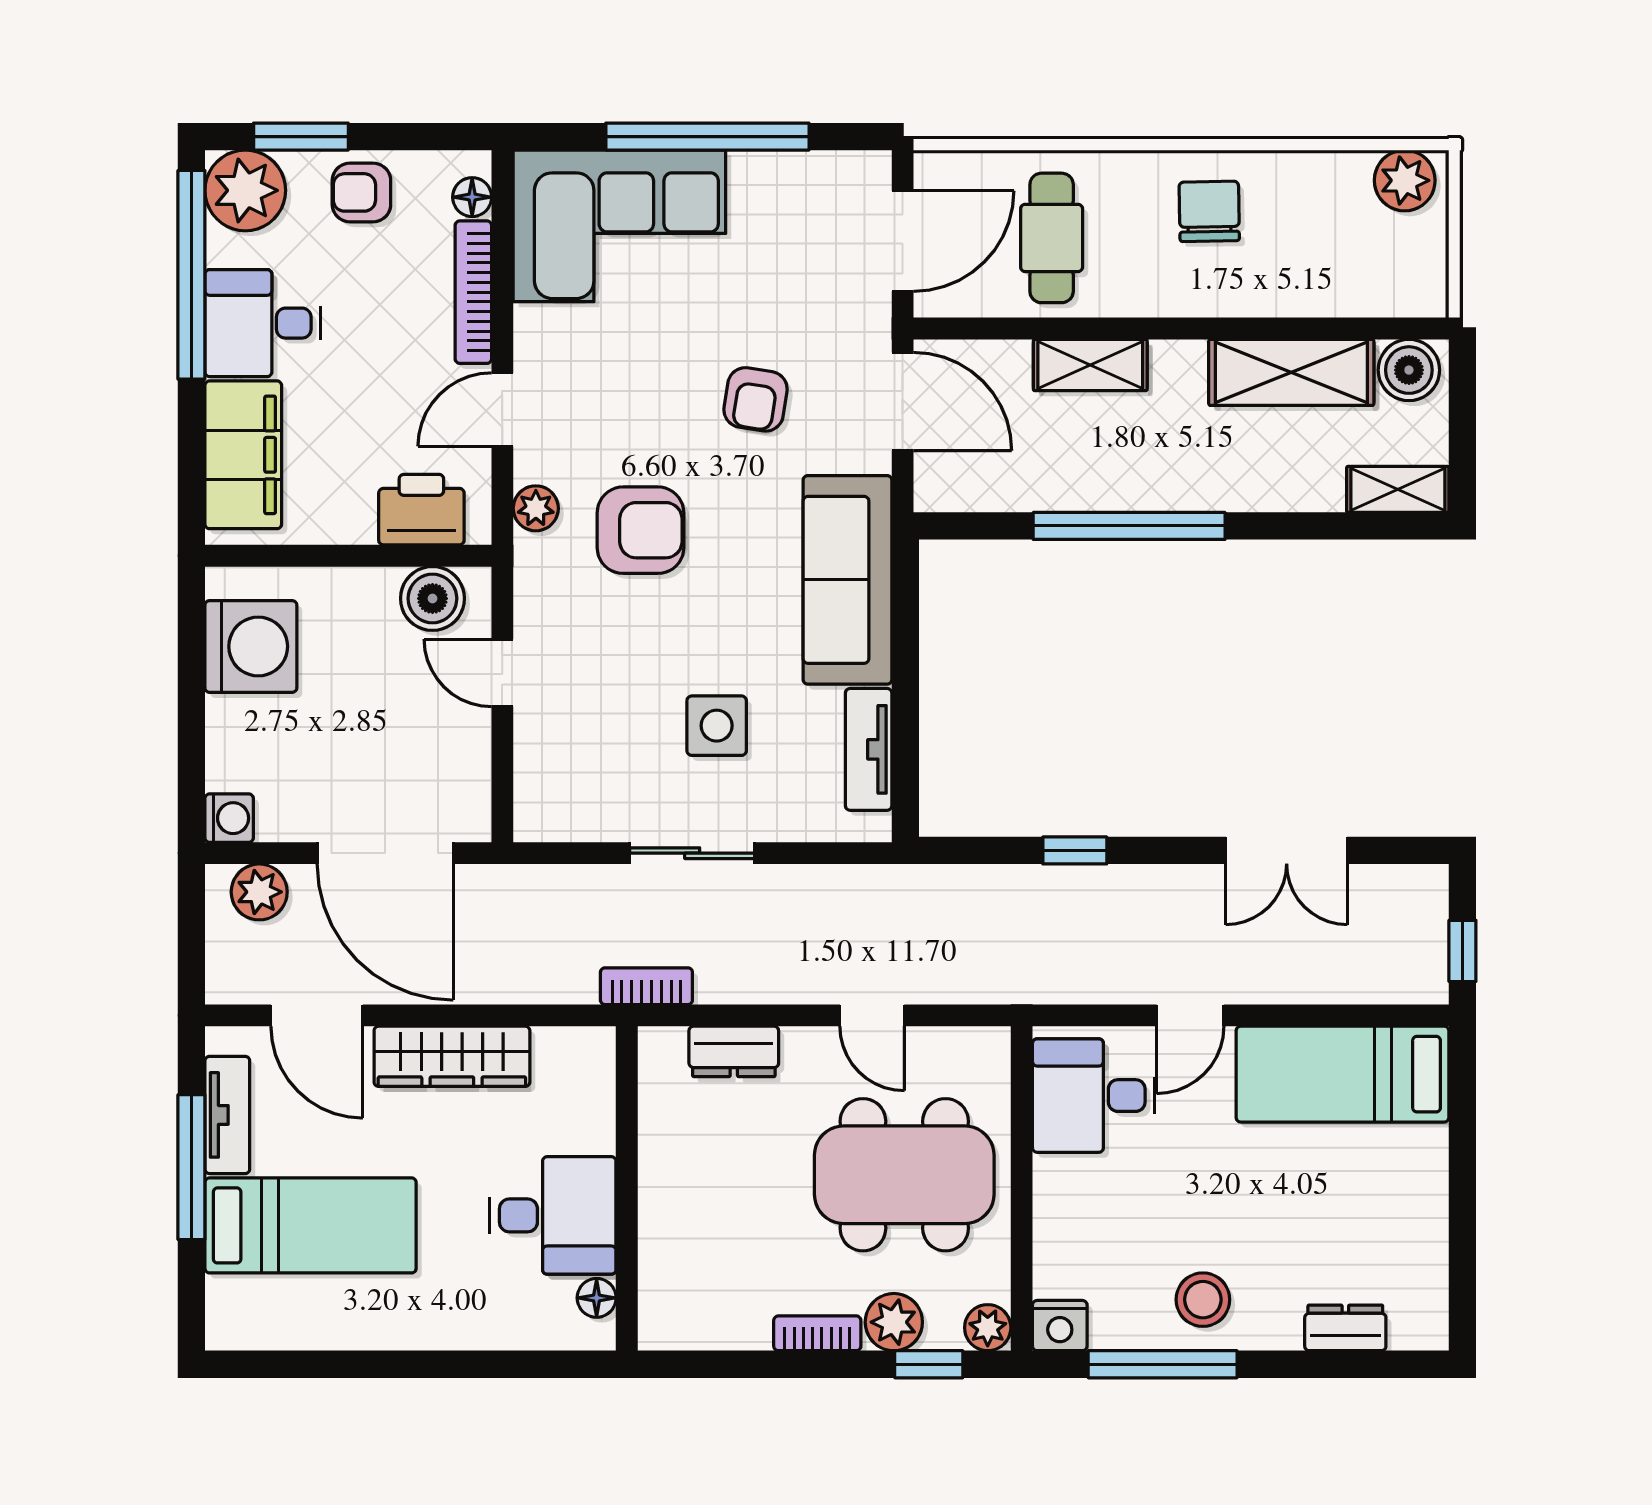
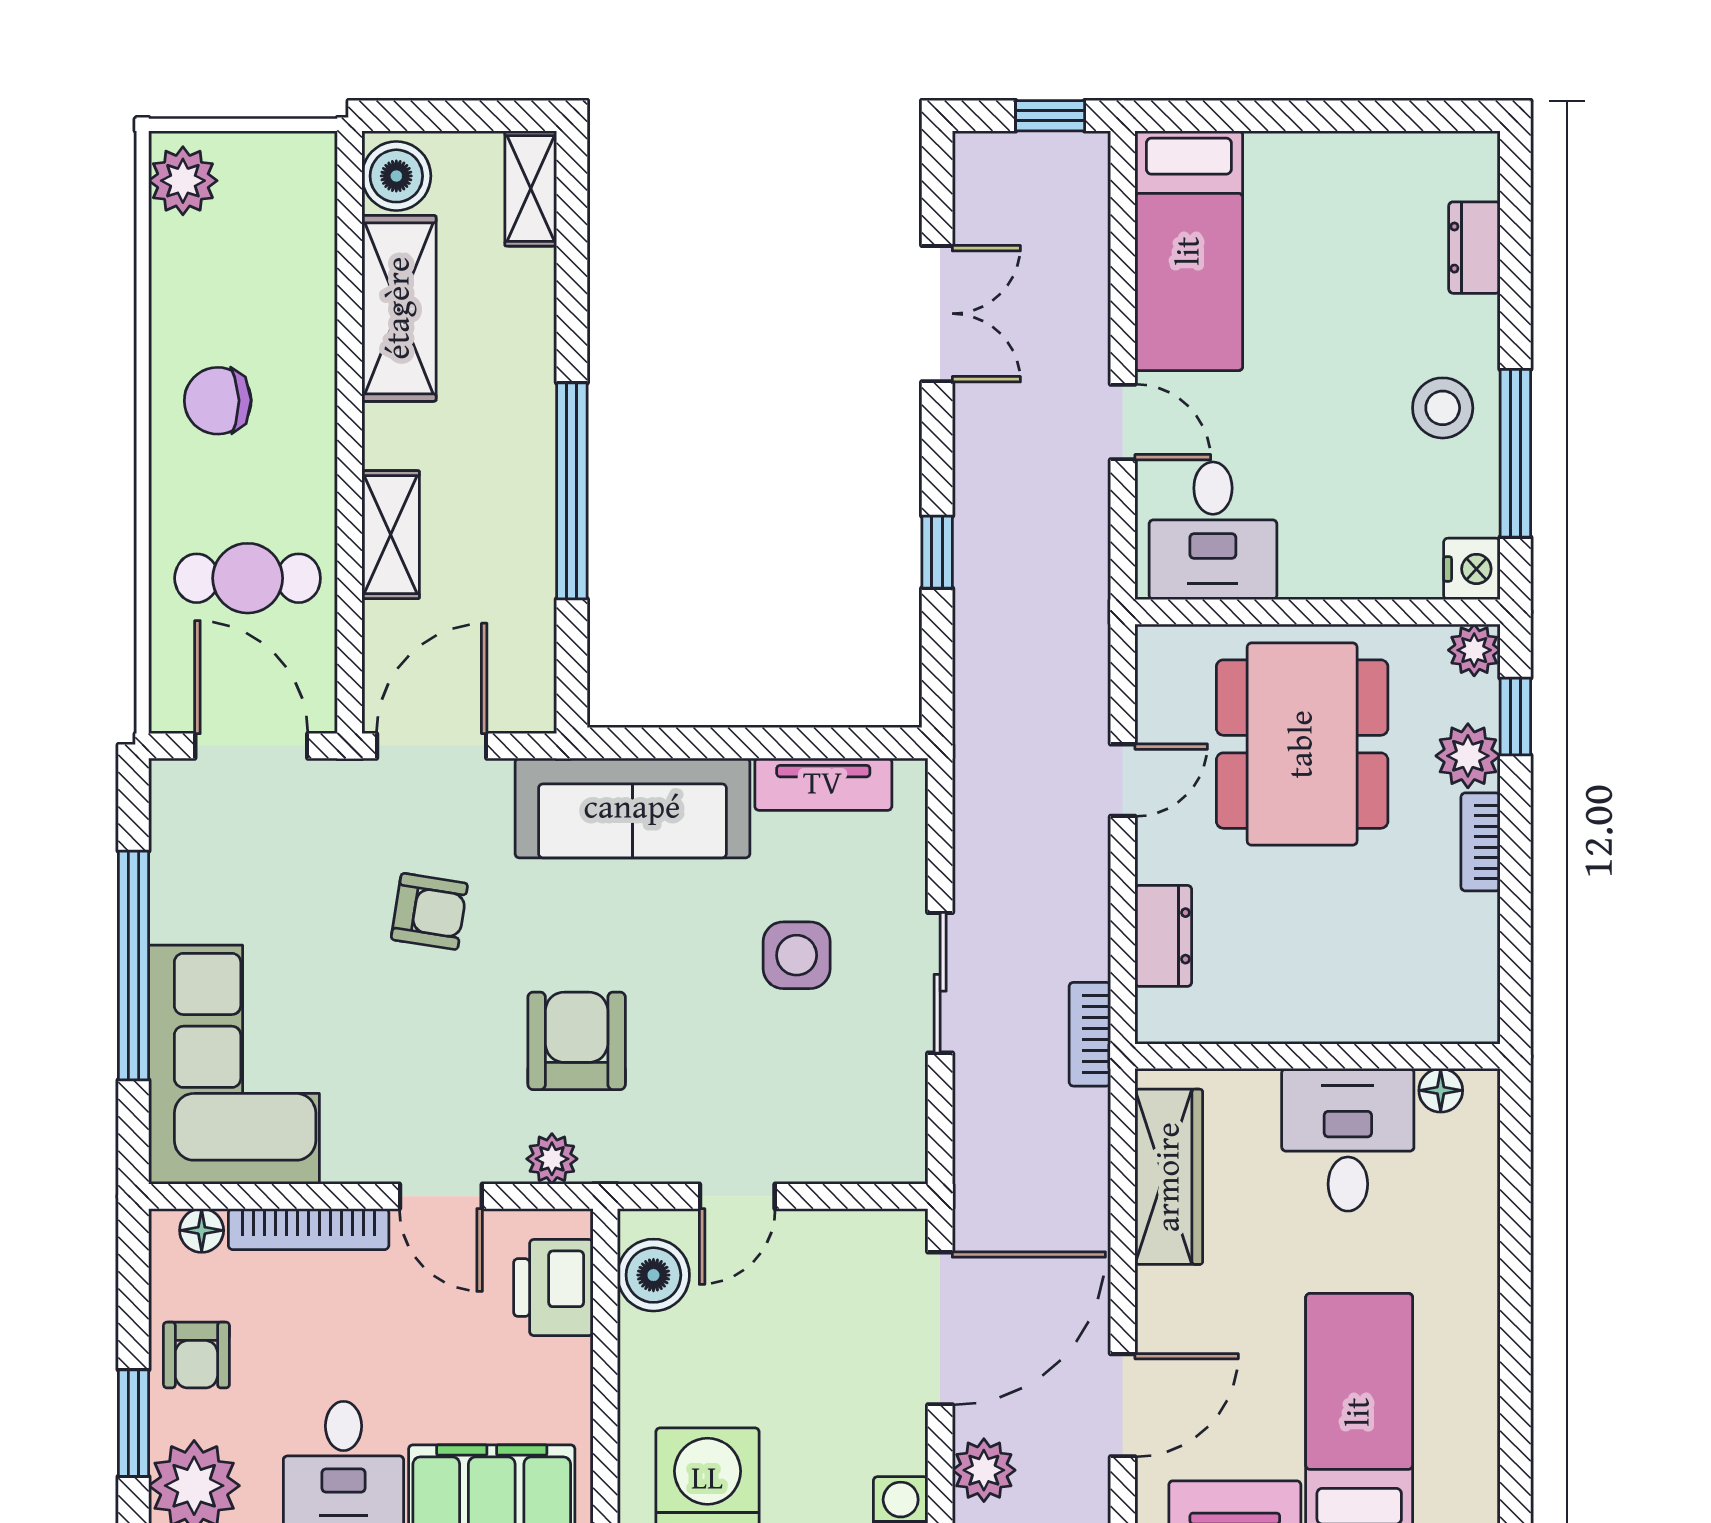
wardrobe: (452, 1056) -> (1169, 1177), moved

